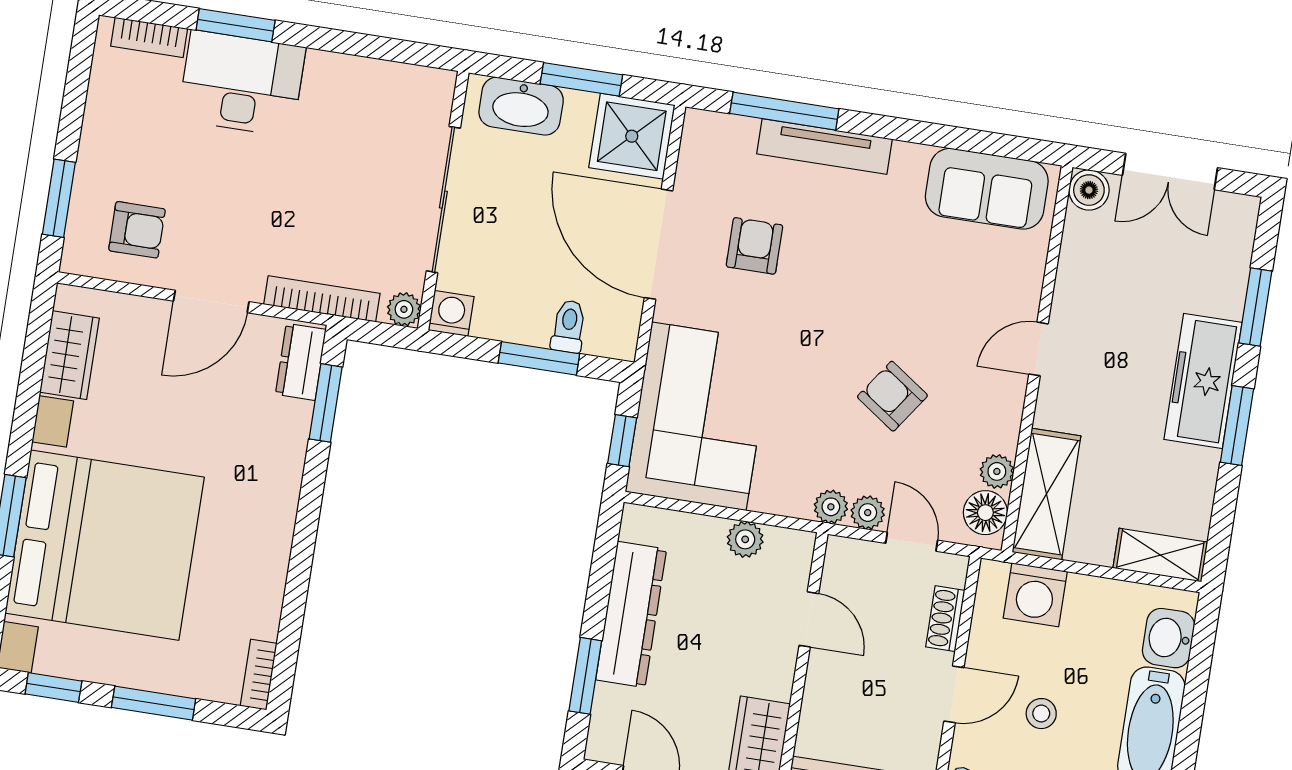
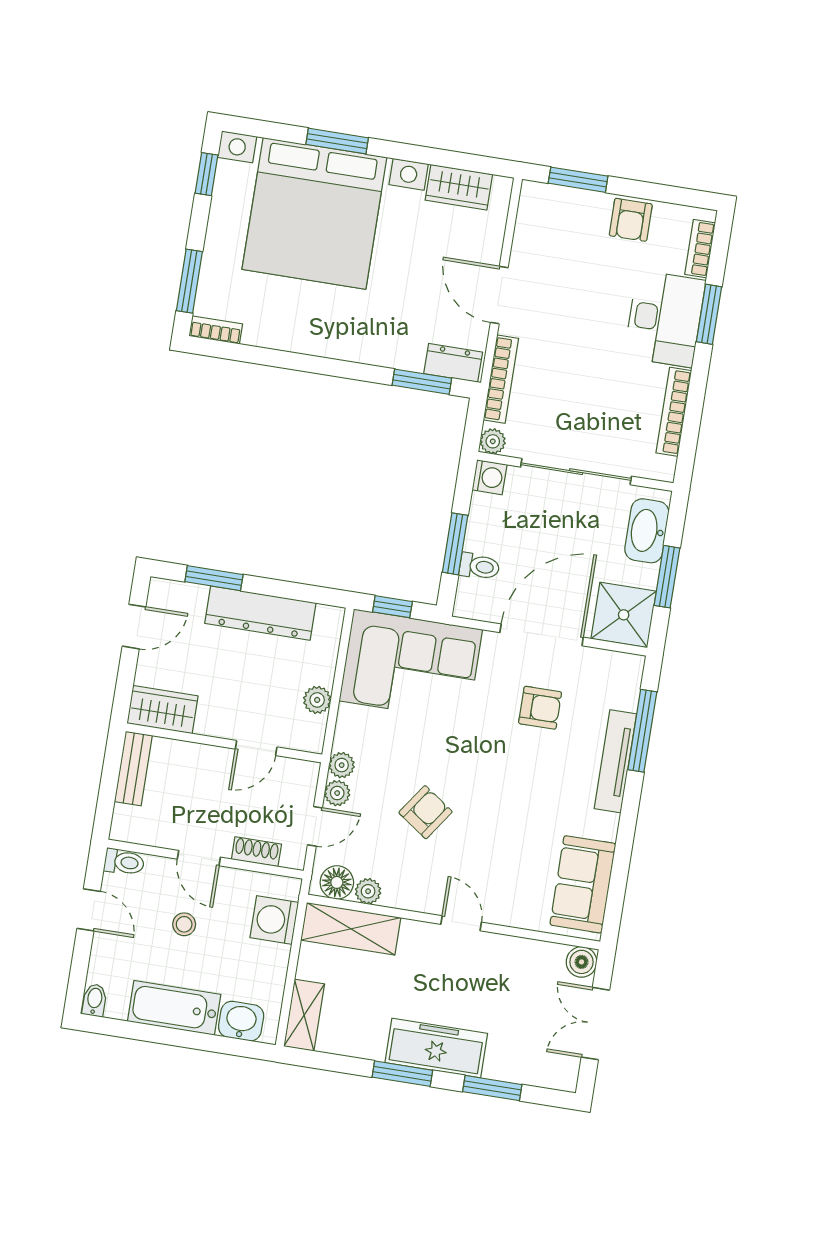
bookcase: (364, 71) -> (674, 412), added
armchair: (137, 230) -> (631, 220), moved
window: (154, 703) -> (189, 281), moved

